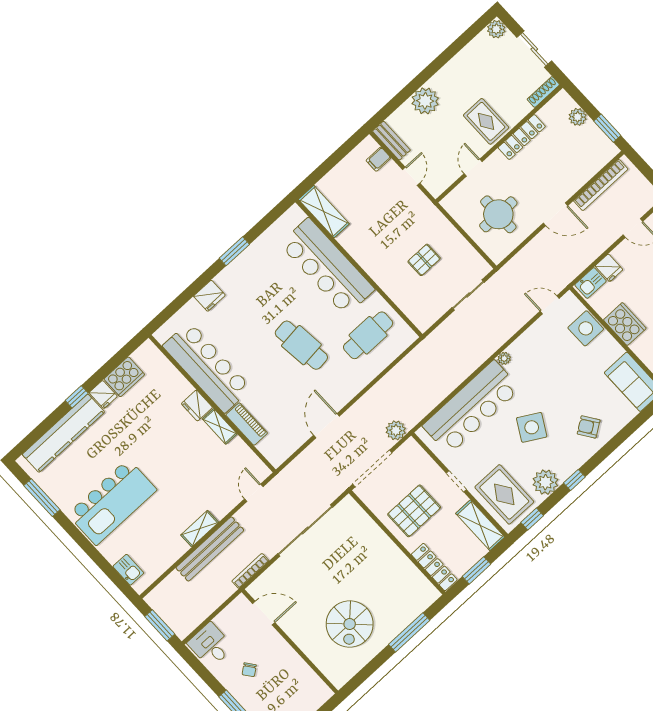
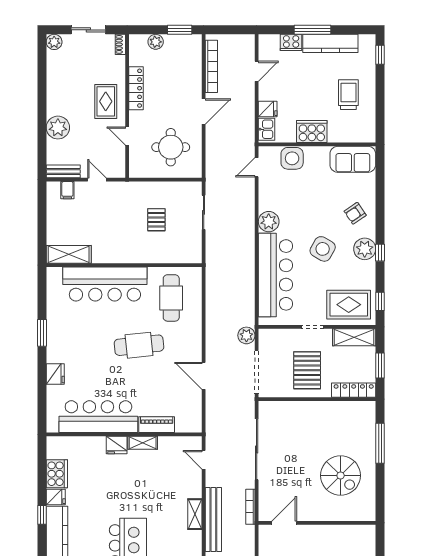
shoe rack: (543, 92) -> (120, 44), width x0.70
rug: (486, 121) -> (106, 101), turned 90
plant: (504, 358) -> (269, 222), width x1.88, depth x1.88
plant: (545, 482) -> (365, 249), moved

